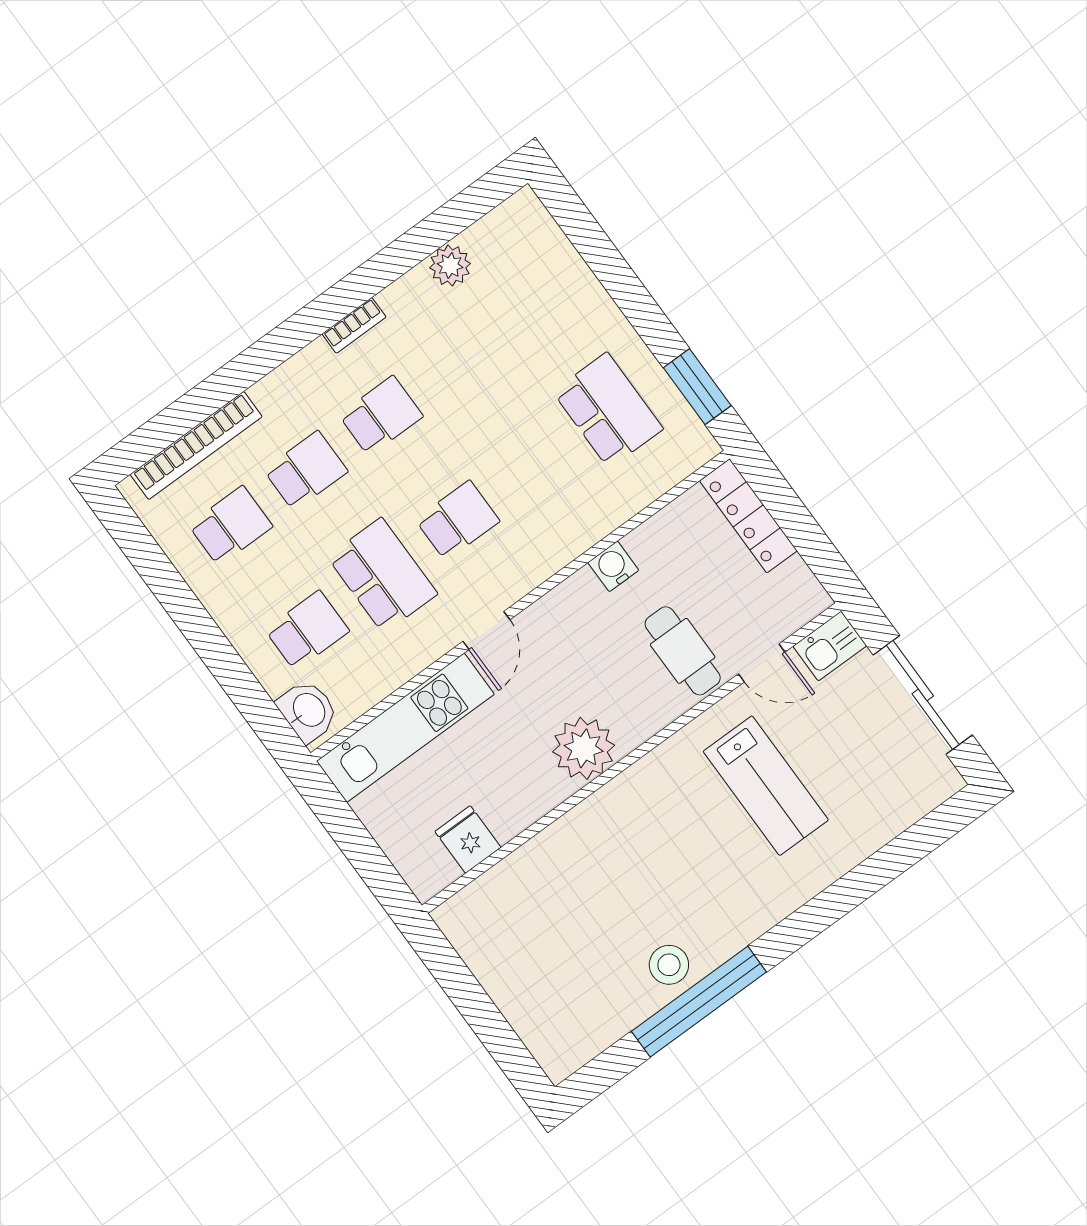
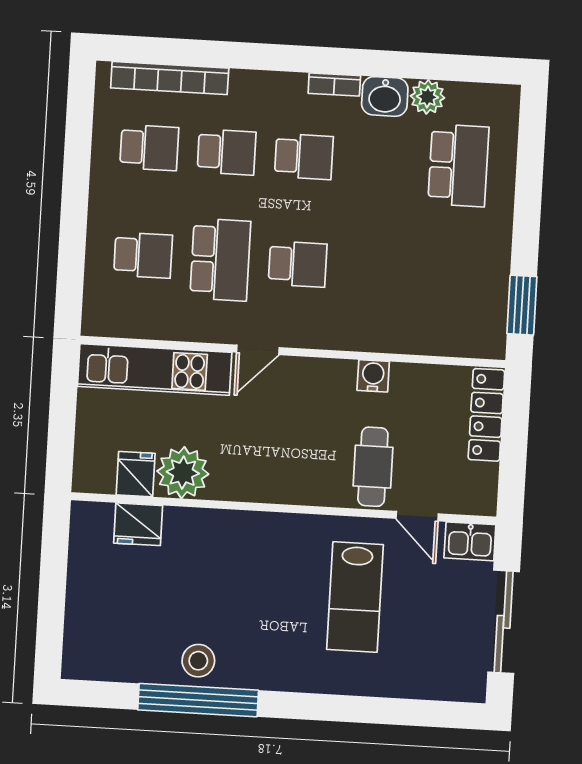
school desk: (608, 410) -> (458, 165), moved
washbasin: (308, 711) -> (385, 96), moved, turned 90
plant: (584, 748) -> (183, 473), moved
fridge: (509, 884) -> (138, 524), added

